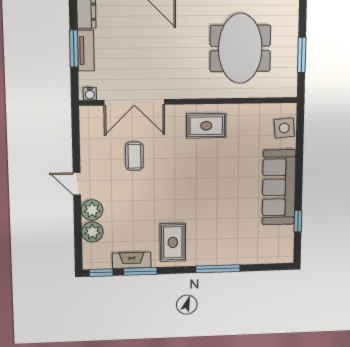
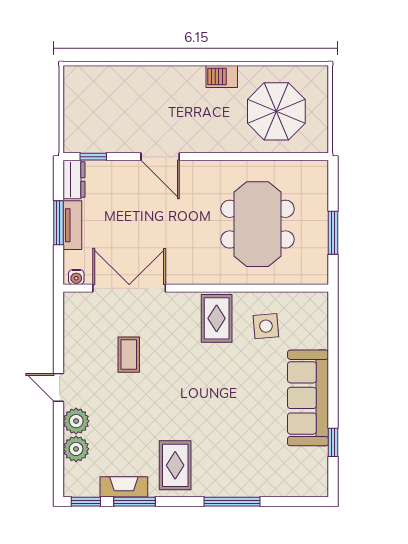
double door: (134, 102) -> (129, 288), swing flipped
rug: (206, 126) -> (217, 318), turned 90
side table: (284, 128) -> (266, 326), moved

